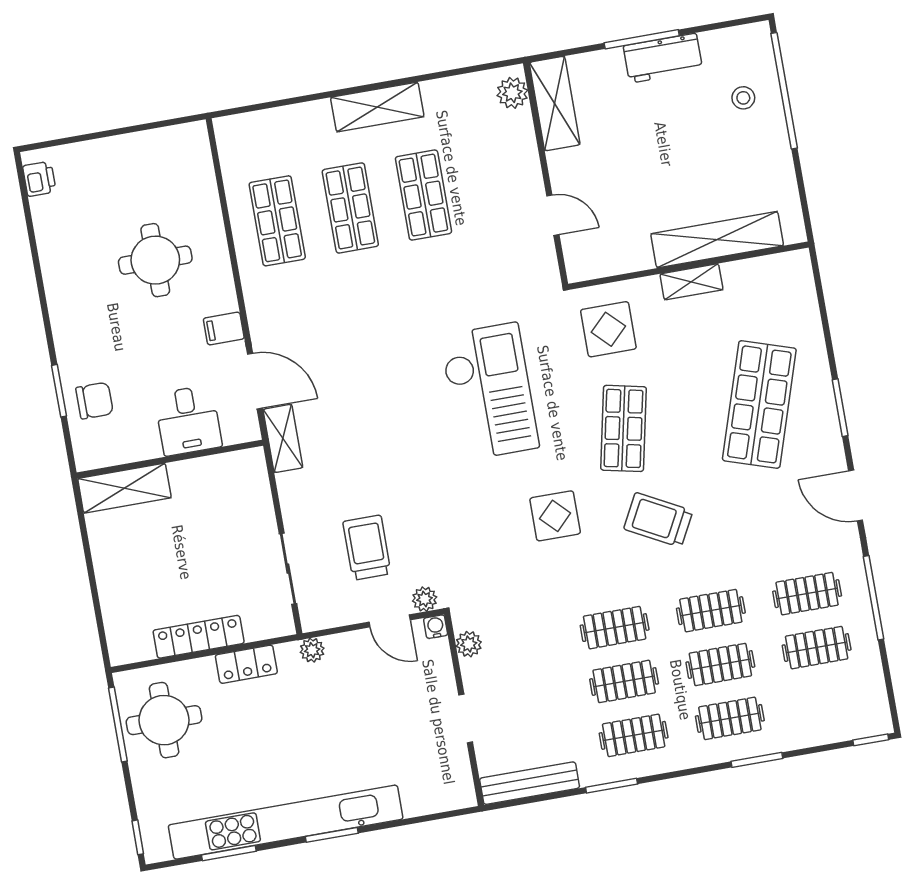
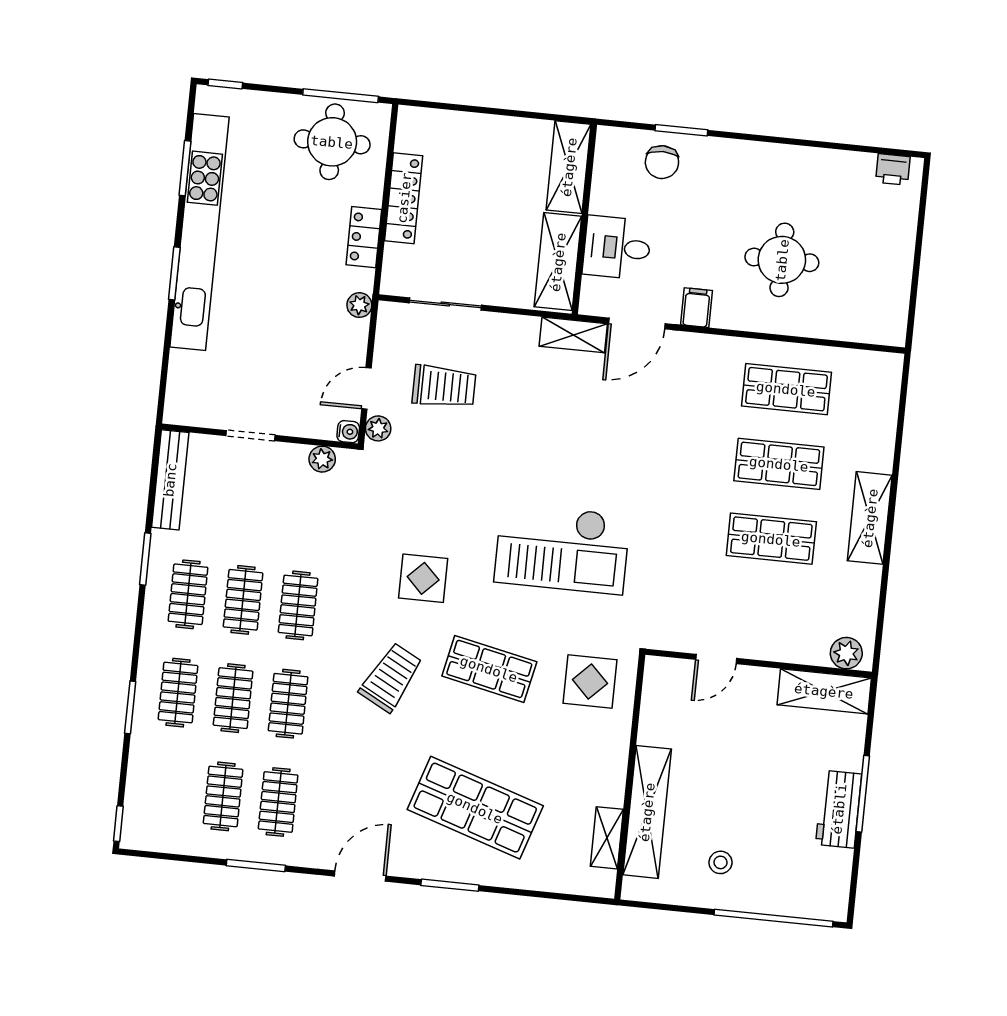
stool: (743, 98) -> (721, 862), moved
shelving: (691, 282) -> (607, 838), moved
shelving: (217, 473) -> (558, 262), added
window: (874, 598) -> (256, 865), width x0.69

